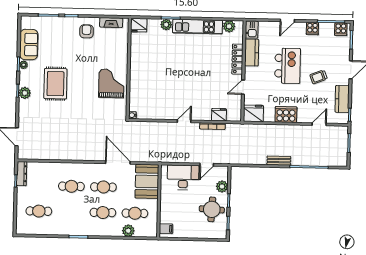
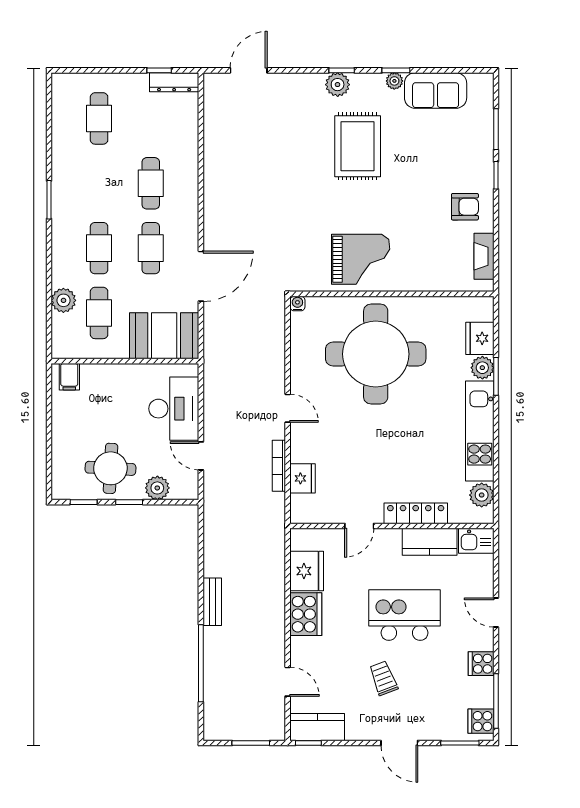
fridge: (139, 25) -> (480, 338), moved
kitchen island: (288, 66) -> (405, 615), turned 180
round table: (158, 77) -> (376, 354), added
rug: (55, 84) -> (358, 146), turned 90
door: (243, 87) -> (359, 526), swing flipped
kitchen counter: (342, 99) -> (317, 727), moved
fridge: (253, 113) -> (307, 571), moved

